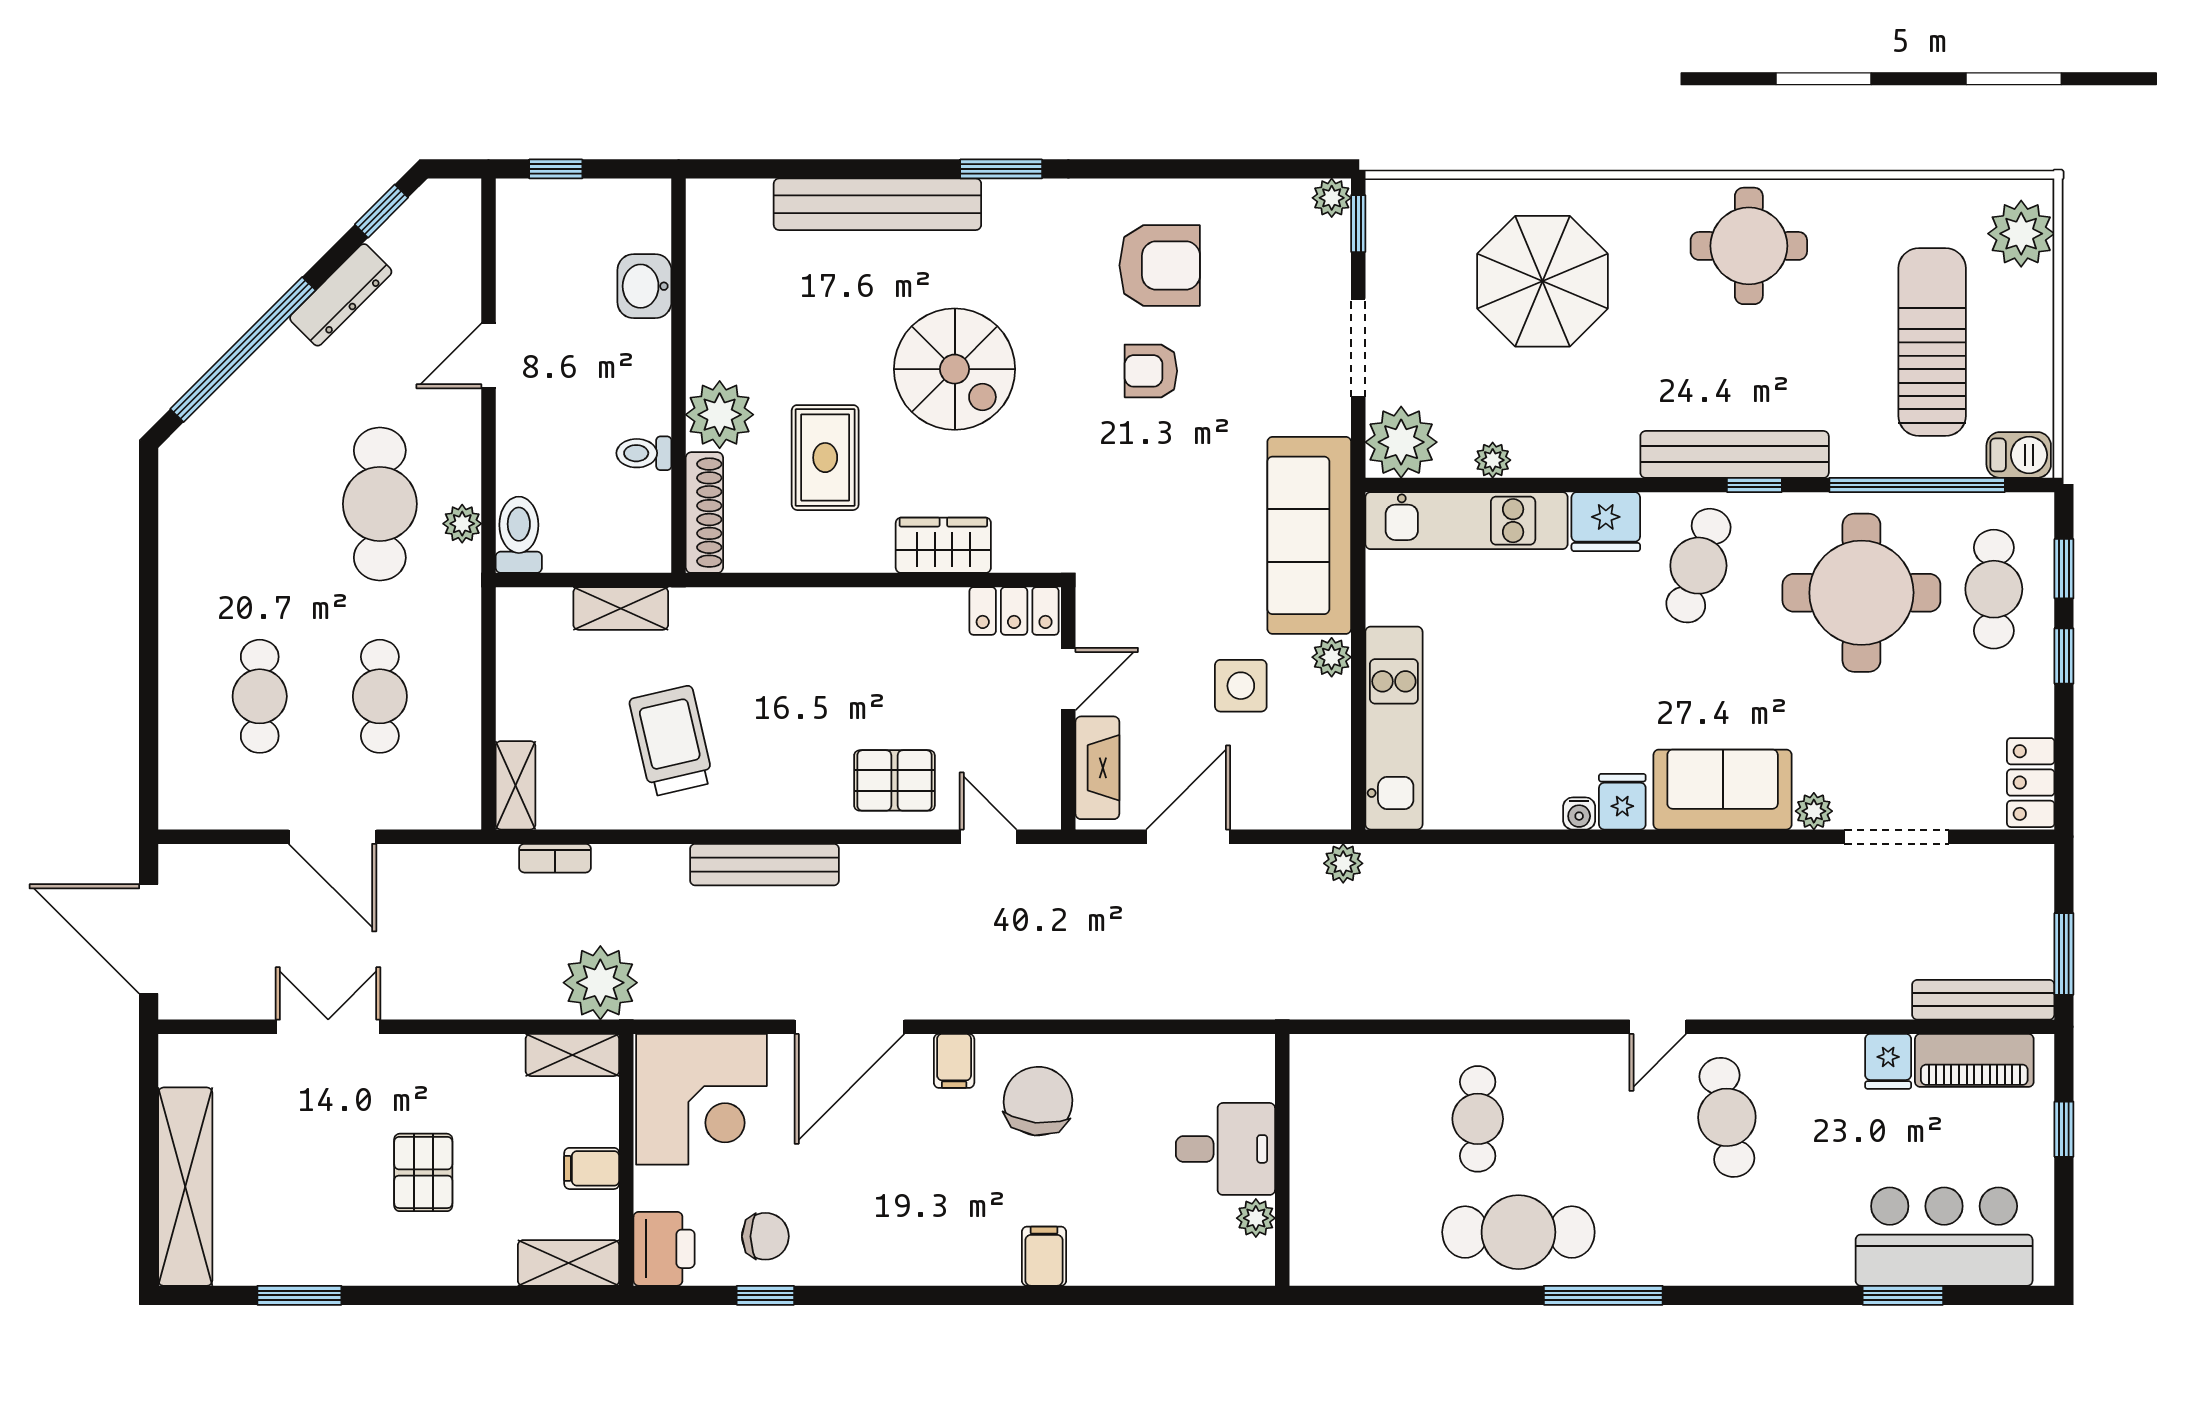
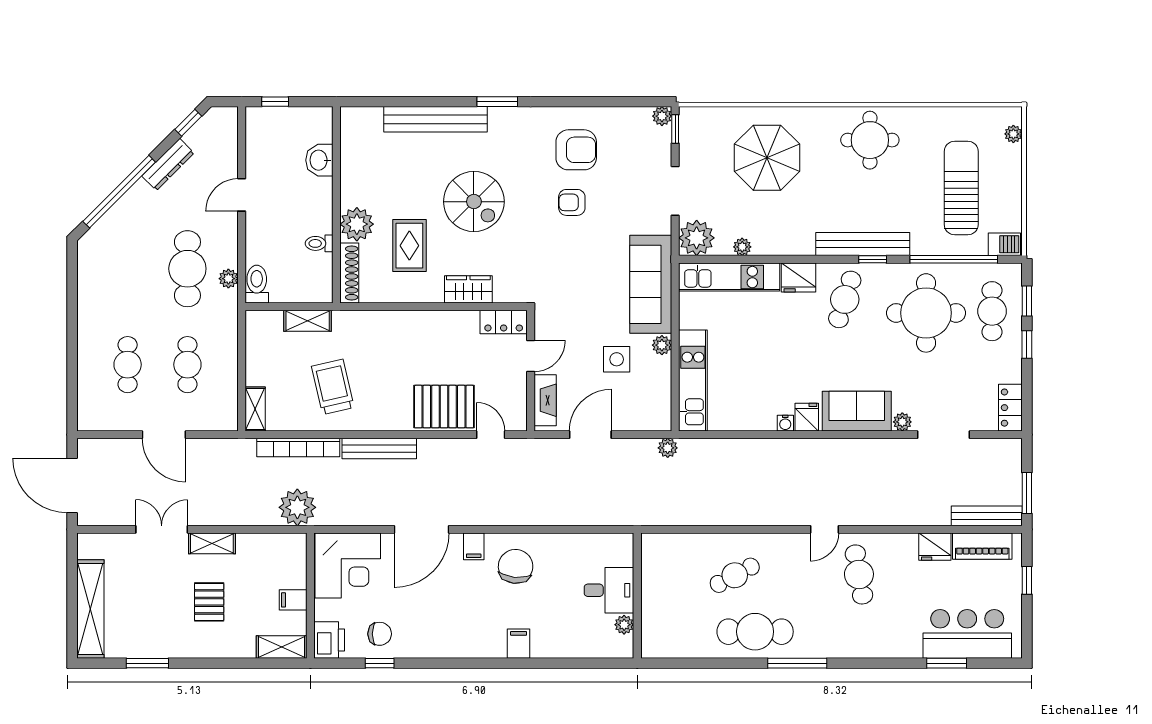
plant: (2021, 234) -> (1013, 134), width x0.53, depth x0.53
pallet: (894, 780) -> (444, 407), width x1.50, depth x1.42
bookcase: (555, 858) -> (298, 448), width x2.31, depth x1.31
shelving: (572, 1055) -> (212, 543), moved
fridge: (1888, 1061) -> (935, 547), width x1.38
cafe table: (1478, 1119) -> (735, 575), turned 62

